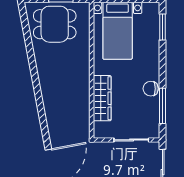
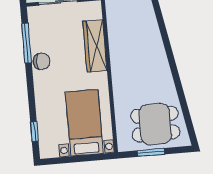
window: (163, 27) -> (34, 131), width x0.67

